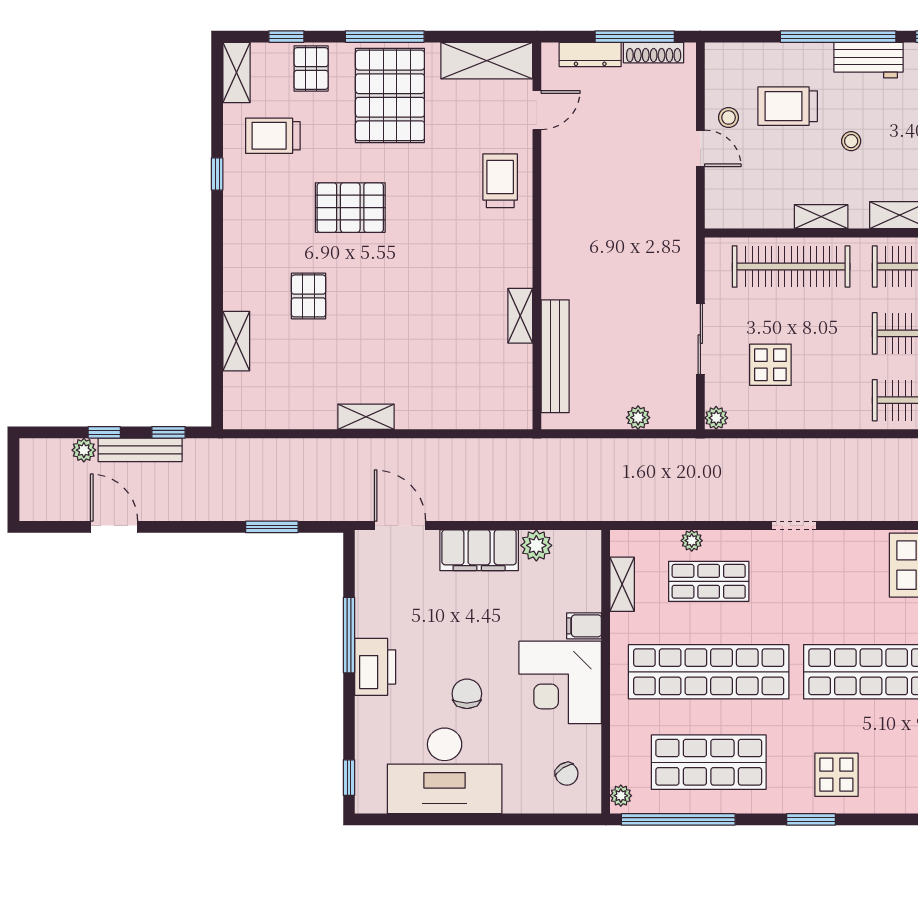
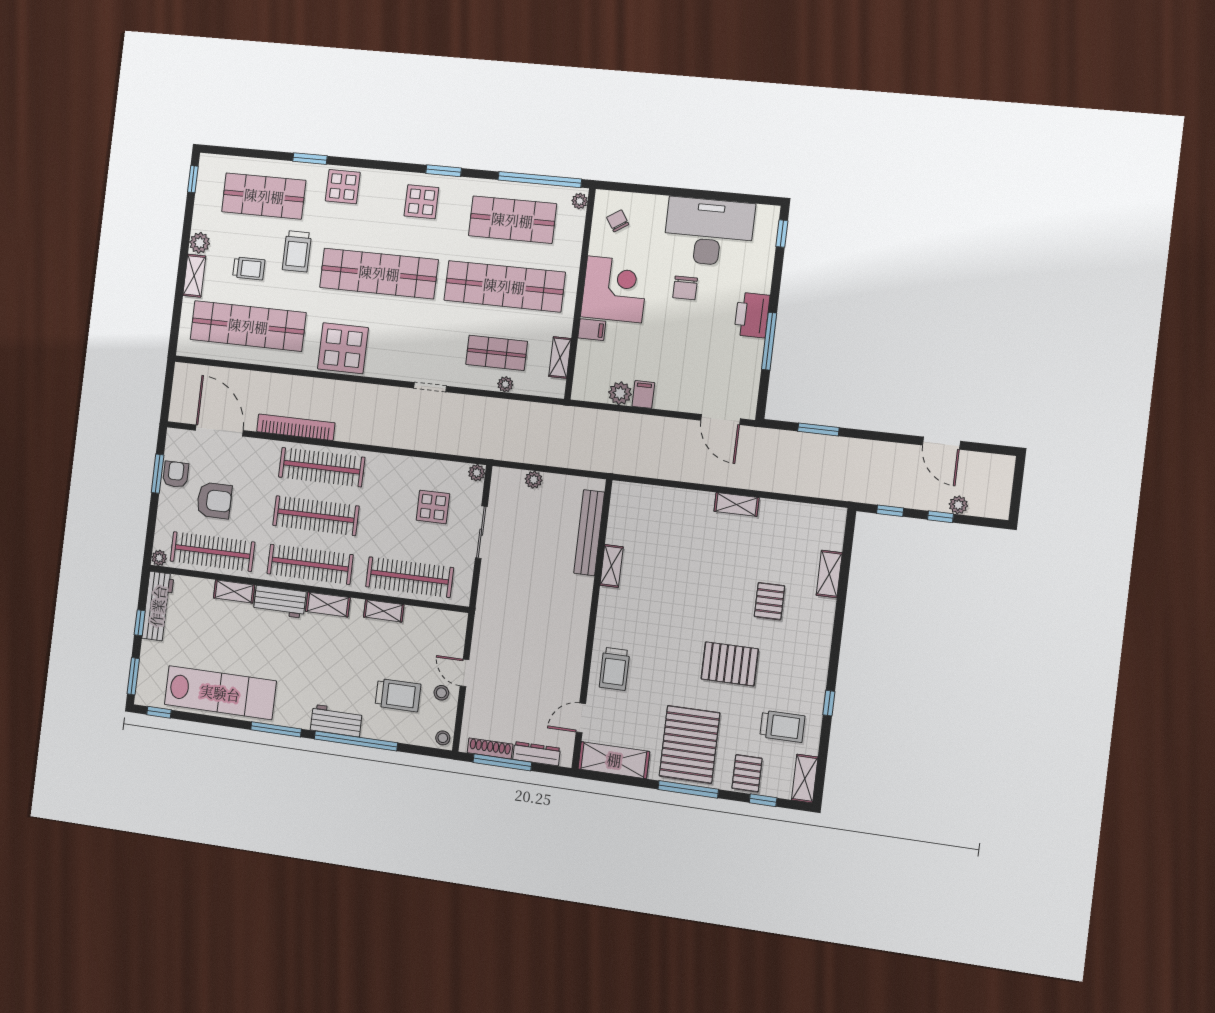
stool: (851, 141) -> (443, 738), moved
bench: (140, 450) -> (914, 500), removed
filing cabinet: (479, 550) -> (643, 394), width x0.33, depth x0.86

